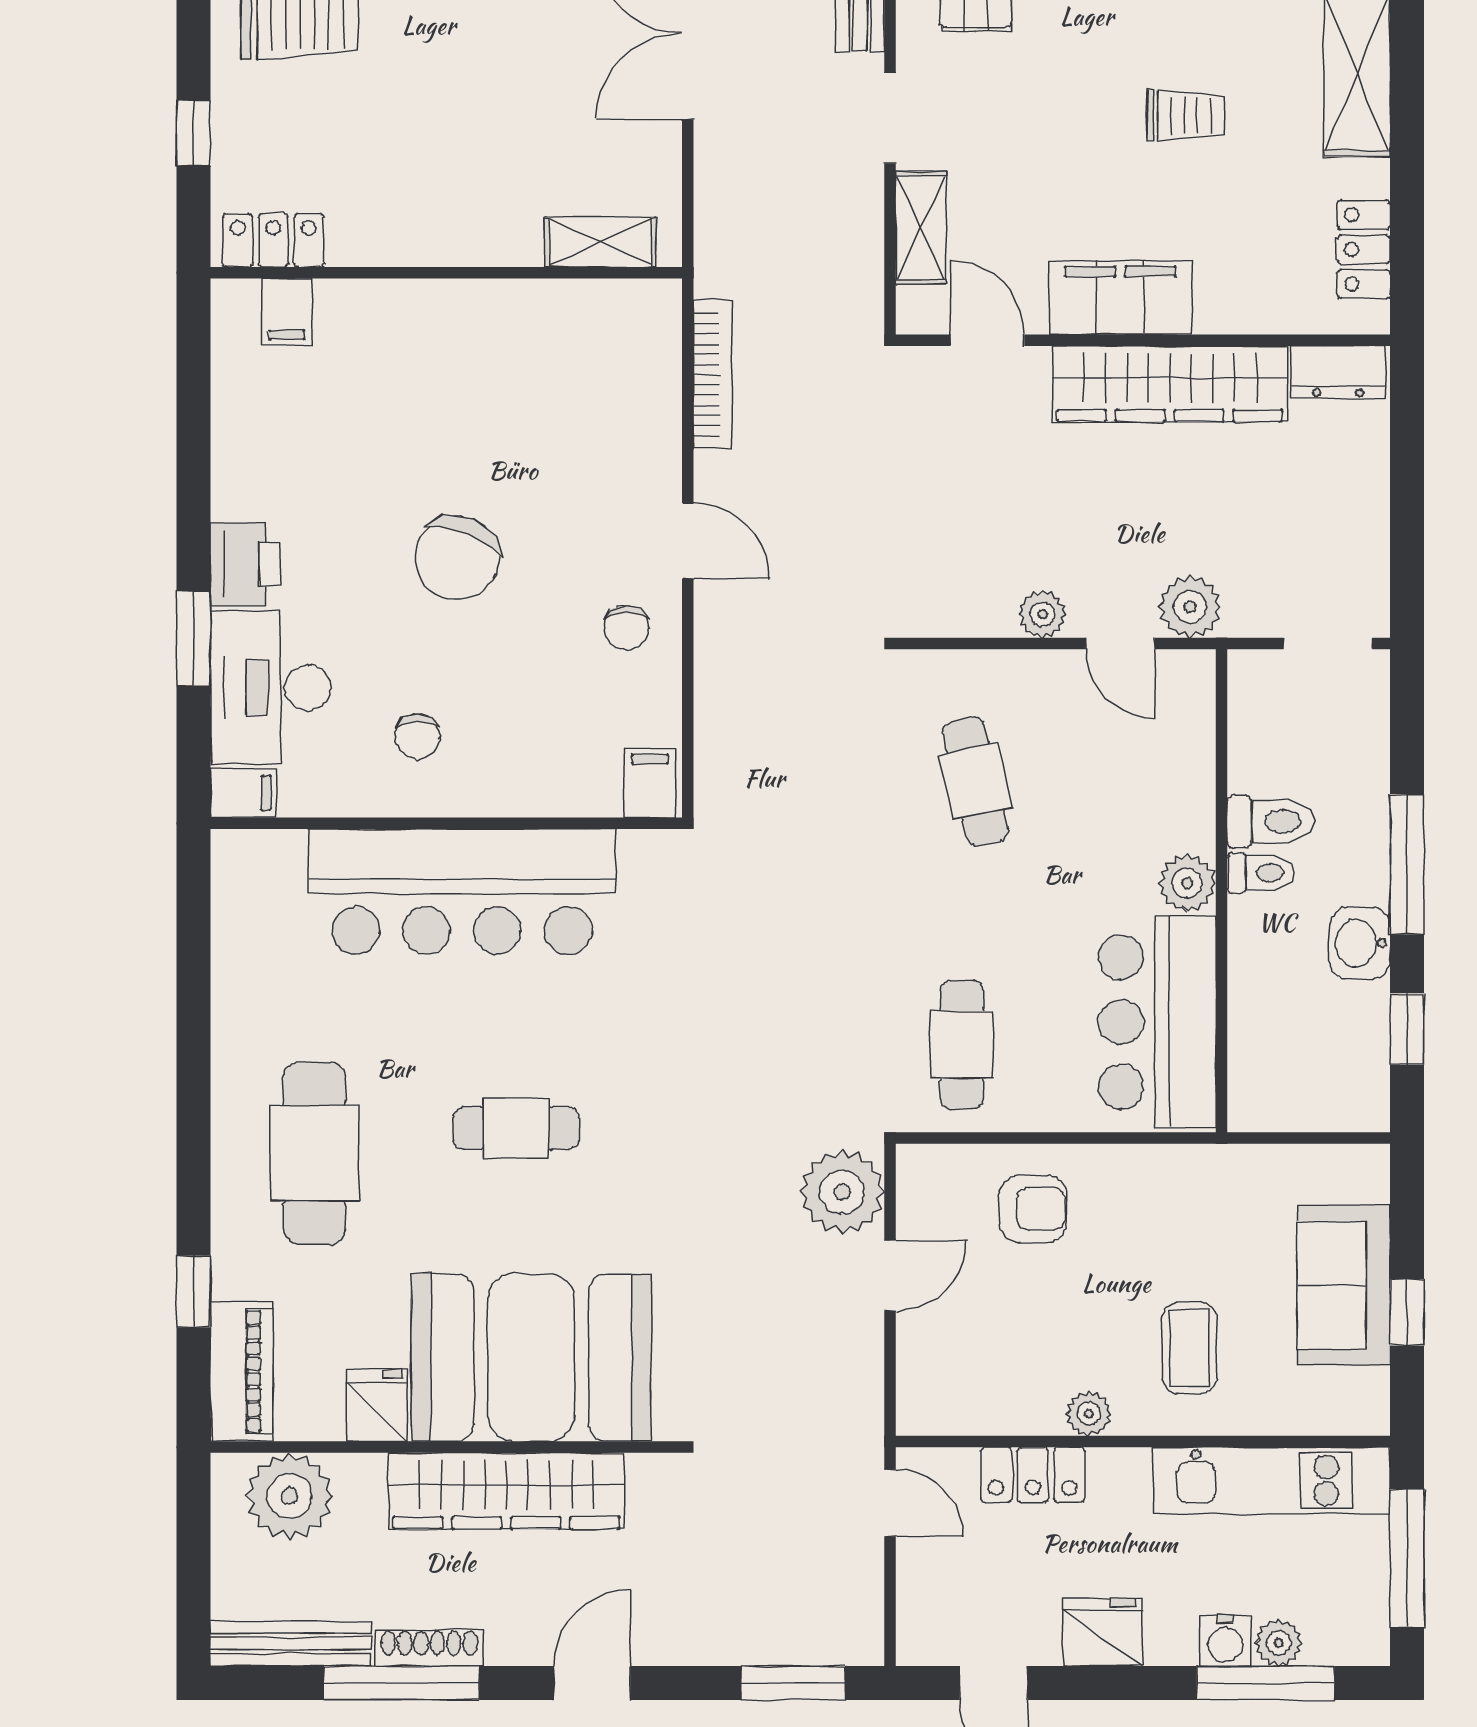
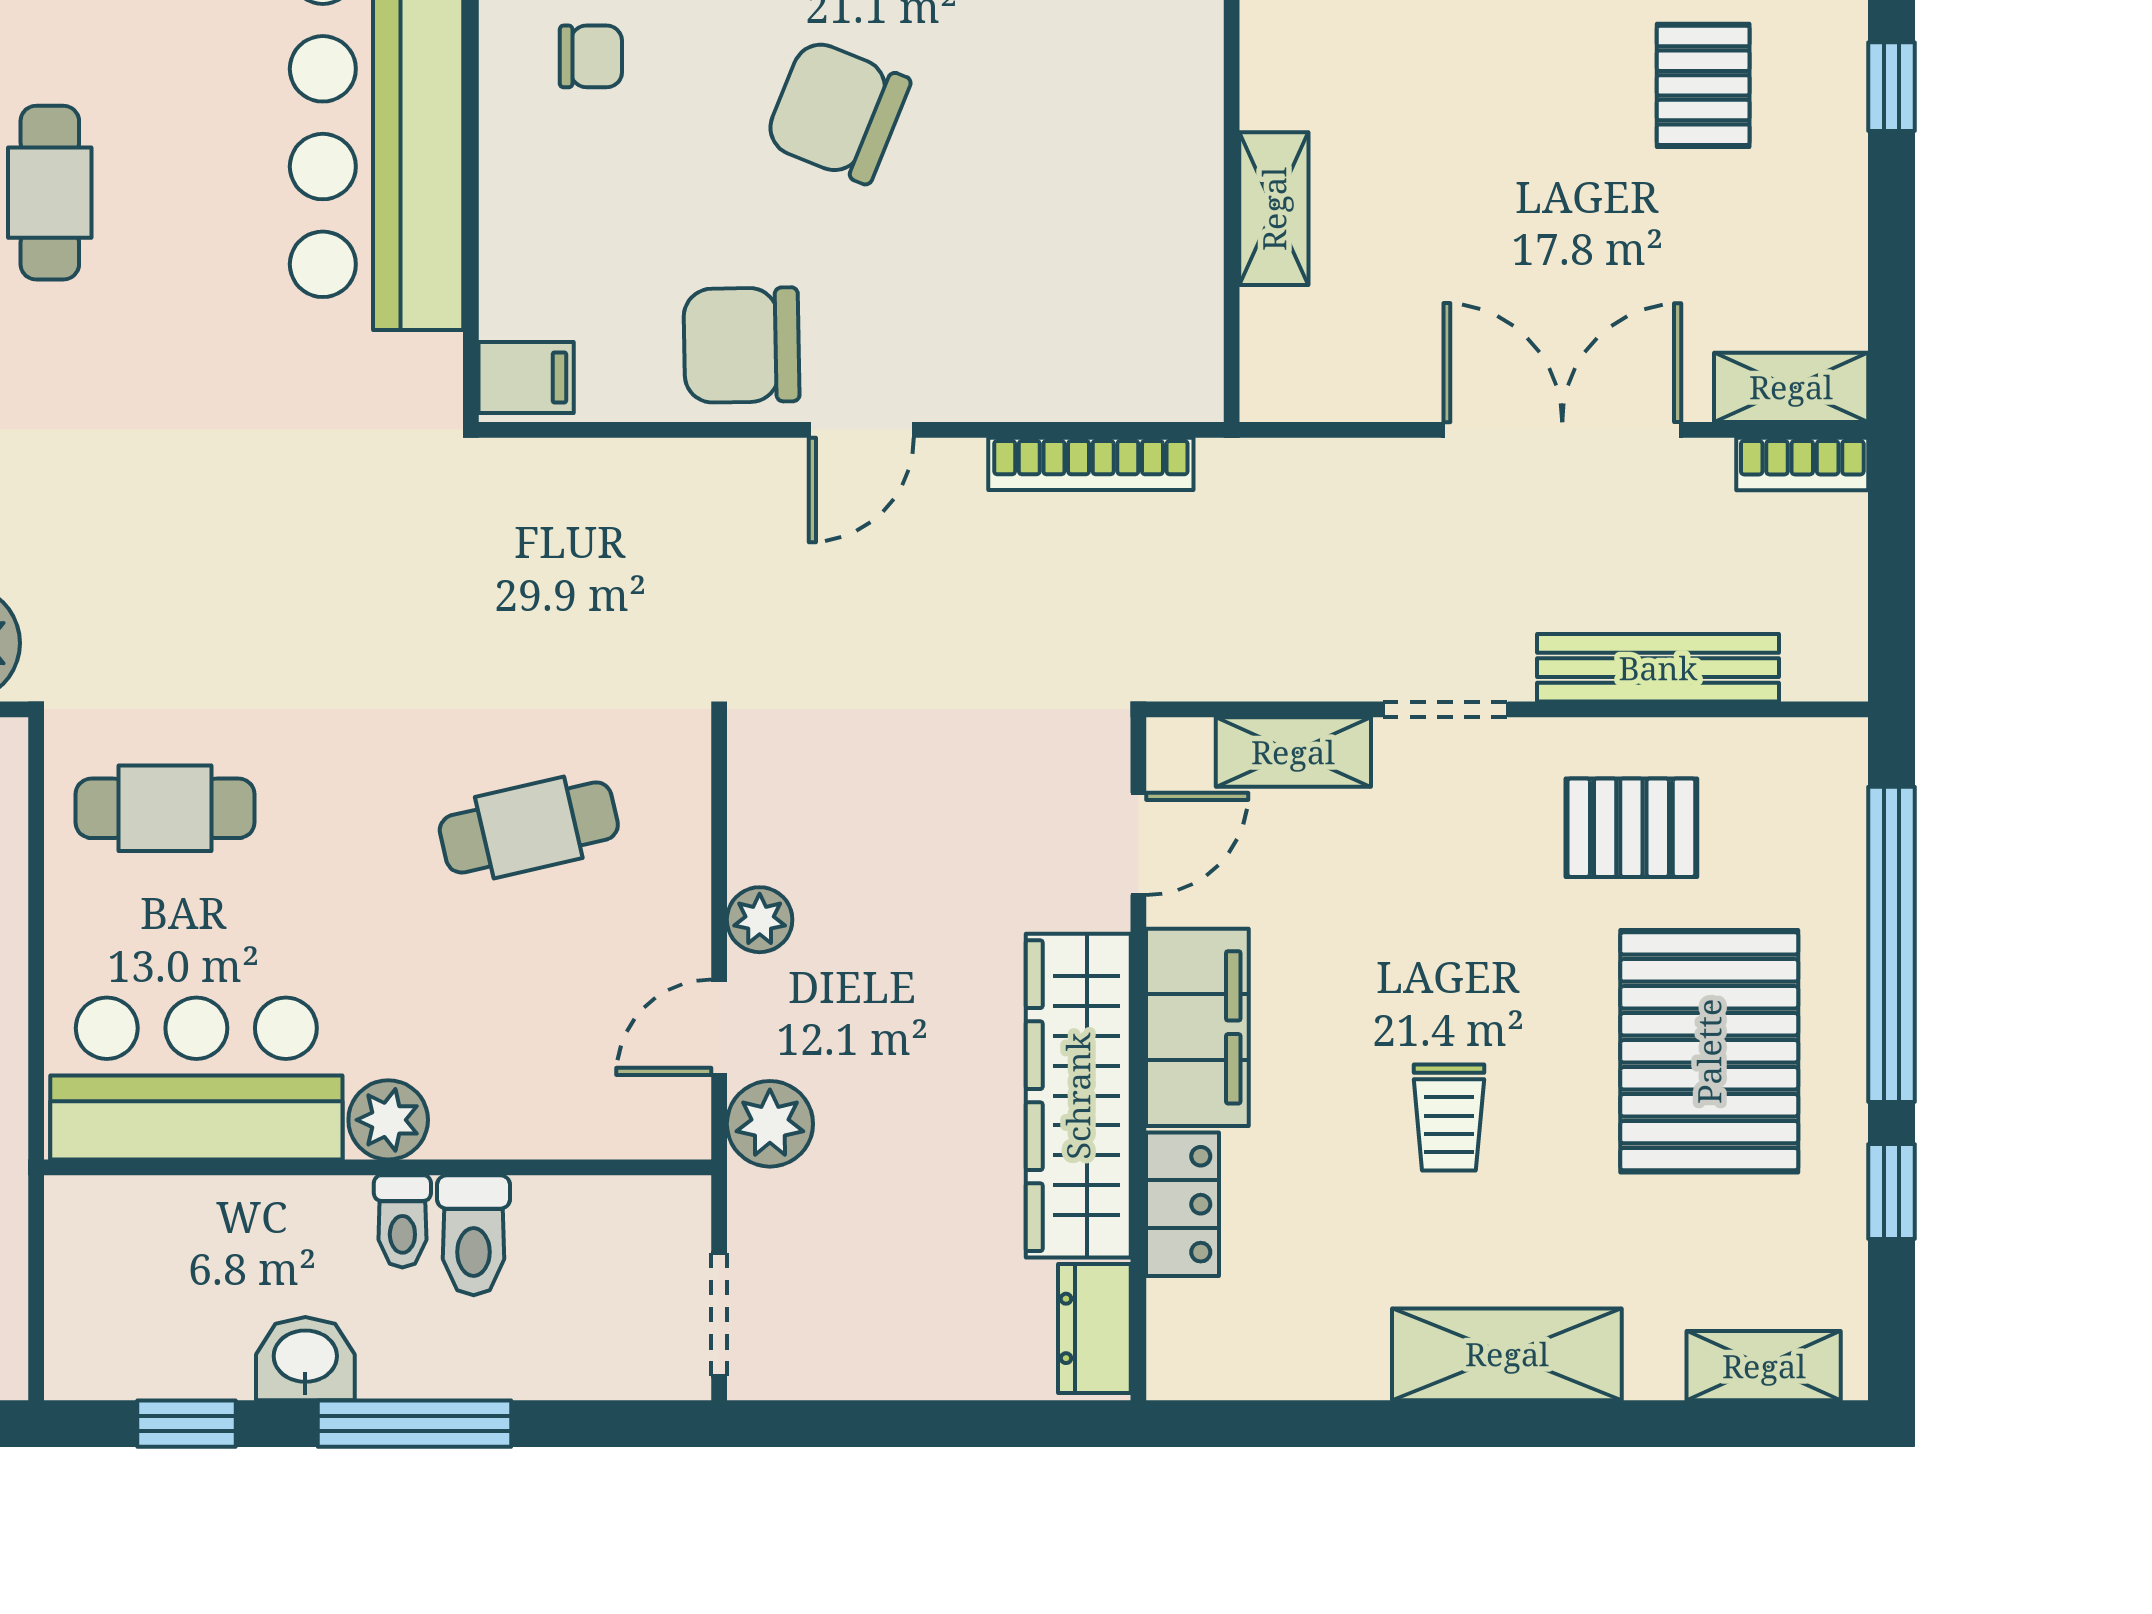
shelving: (600, 242) -> (1274, 209), moved
locker: (1364, 250) -> (1183, 1204), moved, turned 90
chair: (627, 627) -> (742, 345), width x1.87, depth x1.87
chair: (418, 736) -> (591, 56), turned 180

